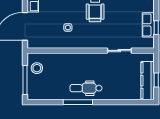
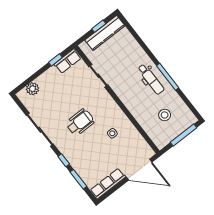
row of seats: (148, 25) -> (68, 61), moved
stool: (37, 68) -> (165, 115), moved

